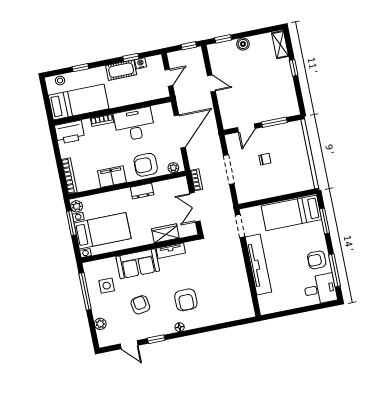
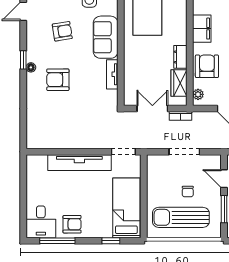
sun lounger: (290, 161) -> (181, 217), added
window: (325, 221) -> (111, 241), width x0.67
wardrobe: (165, 233) -> (179, 83), moved, turned 180
armchair: (317, 260) -> (72, 224), turned 90
window: (156, 339) -> (23, 60), moved

